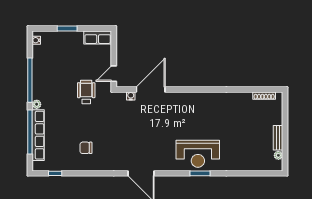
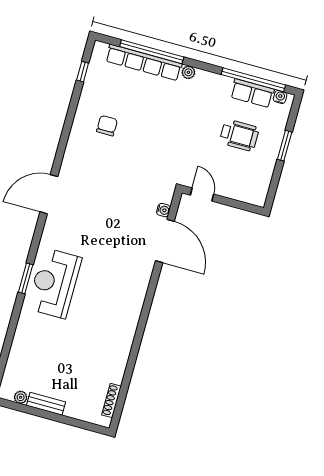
row of seats: (98, 37) -> (252, 93), moved, turned -90
window: (30, 80) -> (253, 80), moved
wheelchair: (86, 92) -> (239, 135), moved

